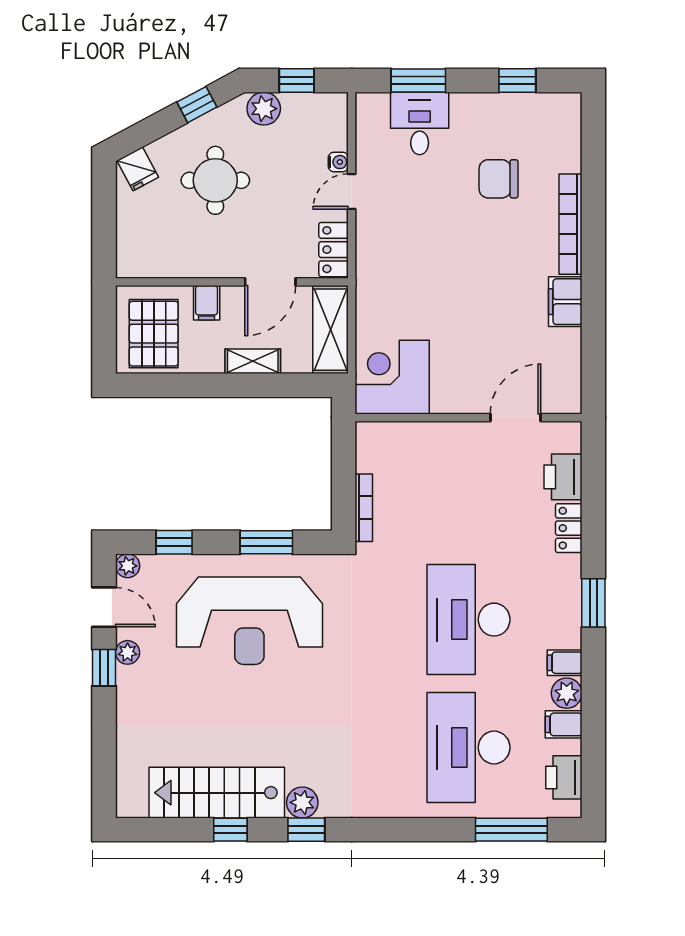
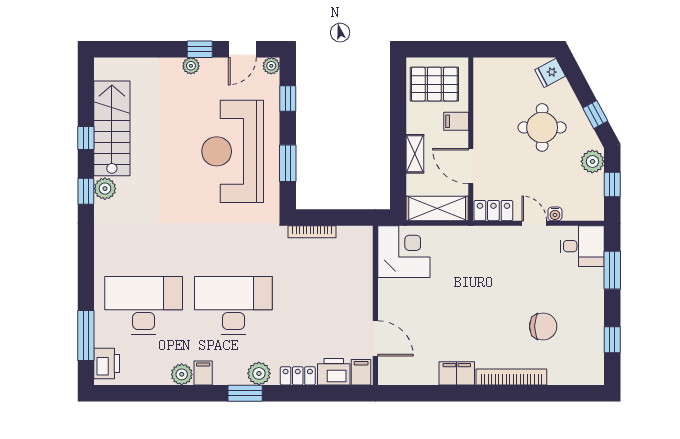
desk: (420, 123) -> (582, 246), moved
chair: (499, 179) -> (543, 326), turned 90
plant: (565, 583) -> (259, 373), added
plant: (128, 652) -> (191, 66), moved
filing cabinet: (564, 724) -> (361, 372), moved
printer: (564, 777) -> (107, 364), moved, turned 90

